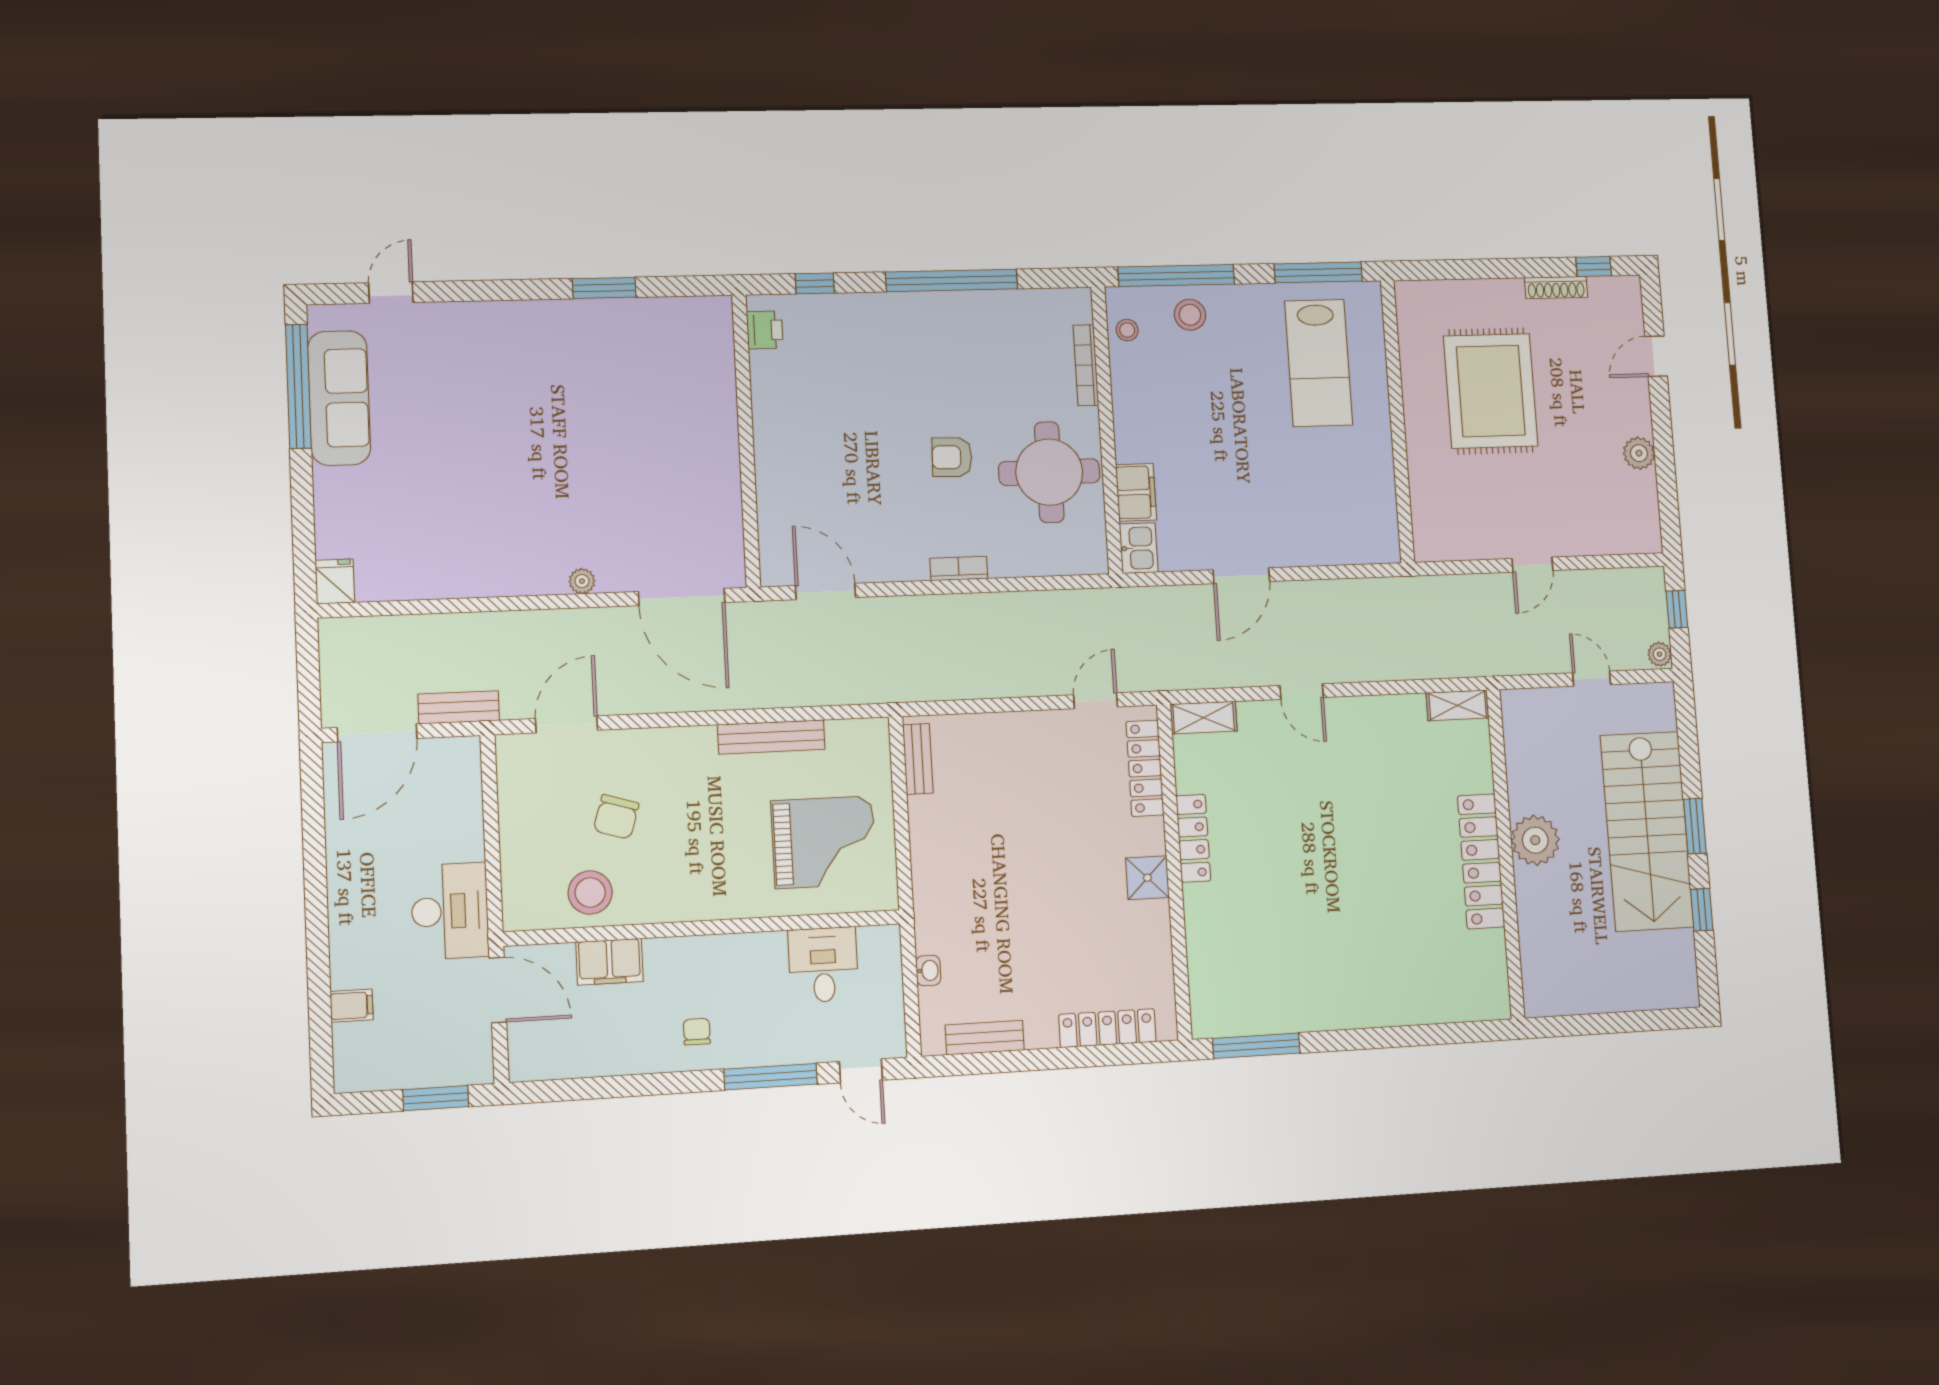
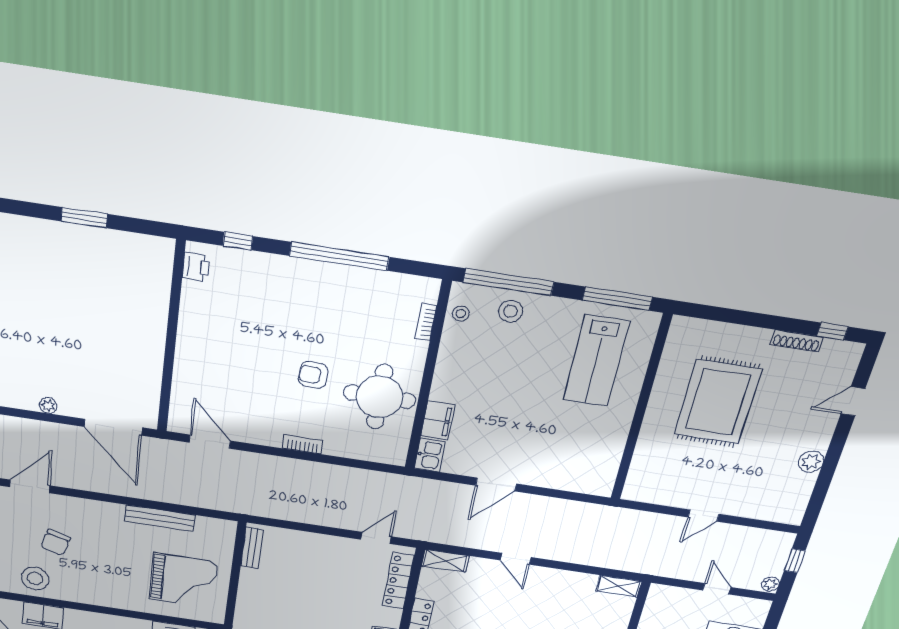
bookcase: (1086, 365) -> (426, 322), width x0.64

